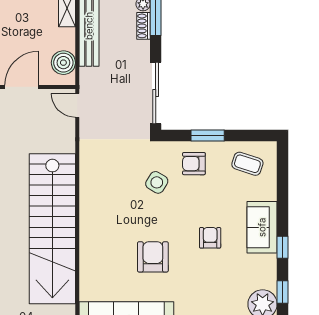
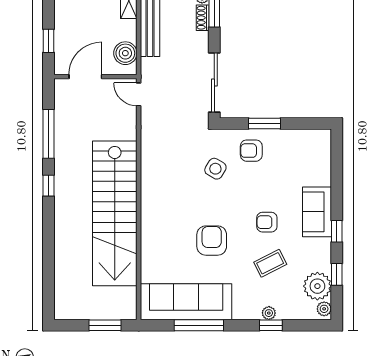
coffee table: (247, 164) -> (270, 263), moved, turned -45
armchair: (210, 238) -> (267, 222), turned -90

